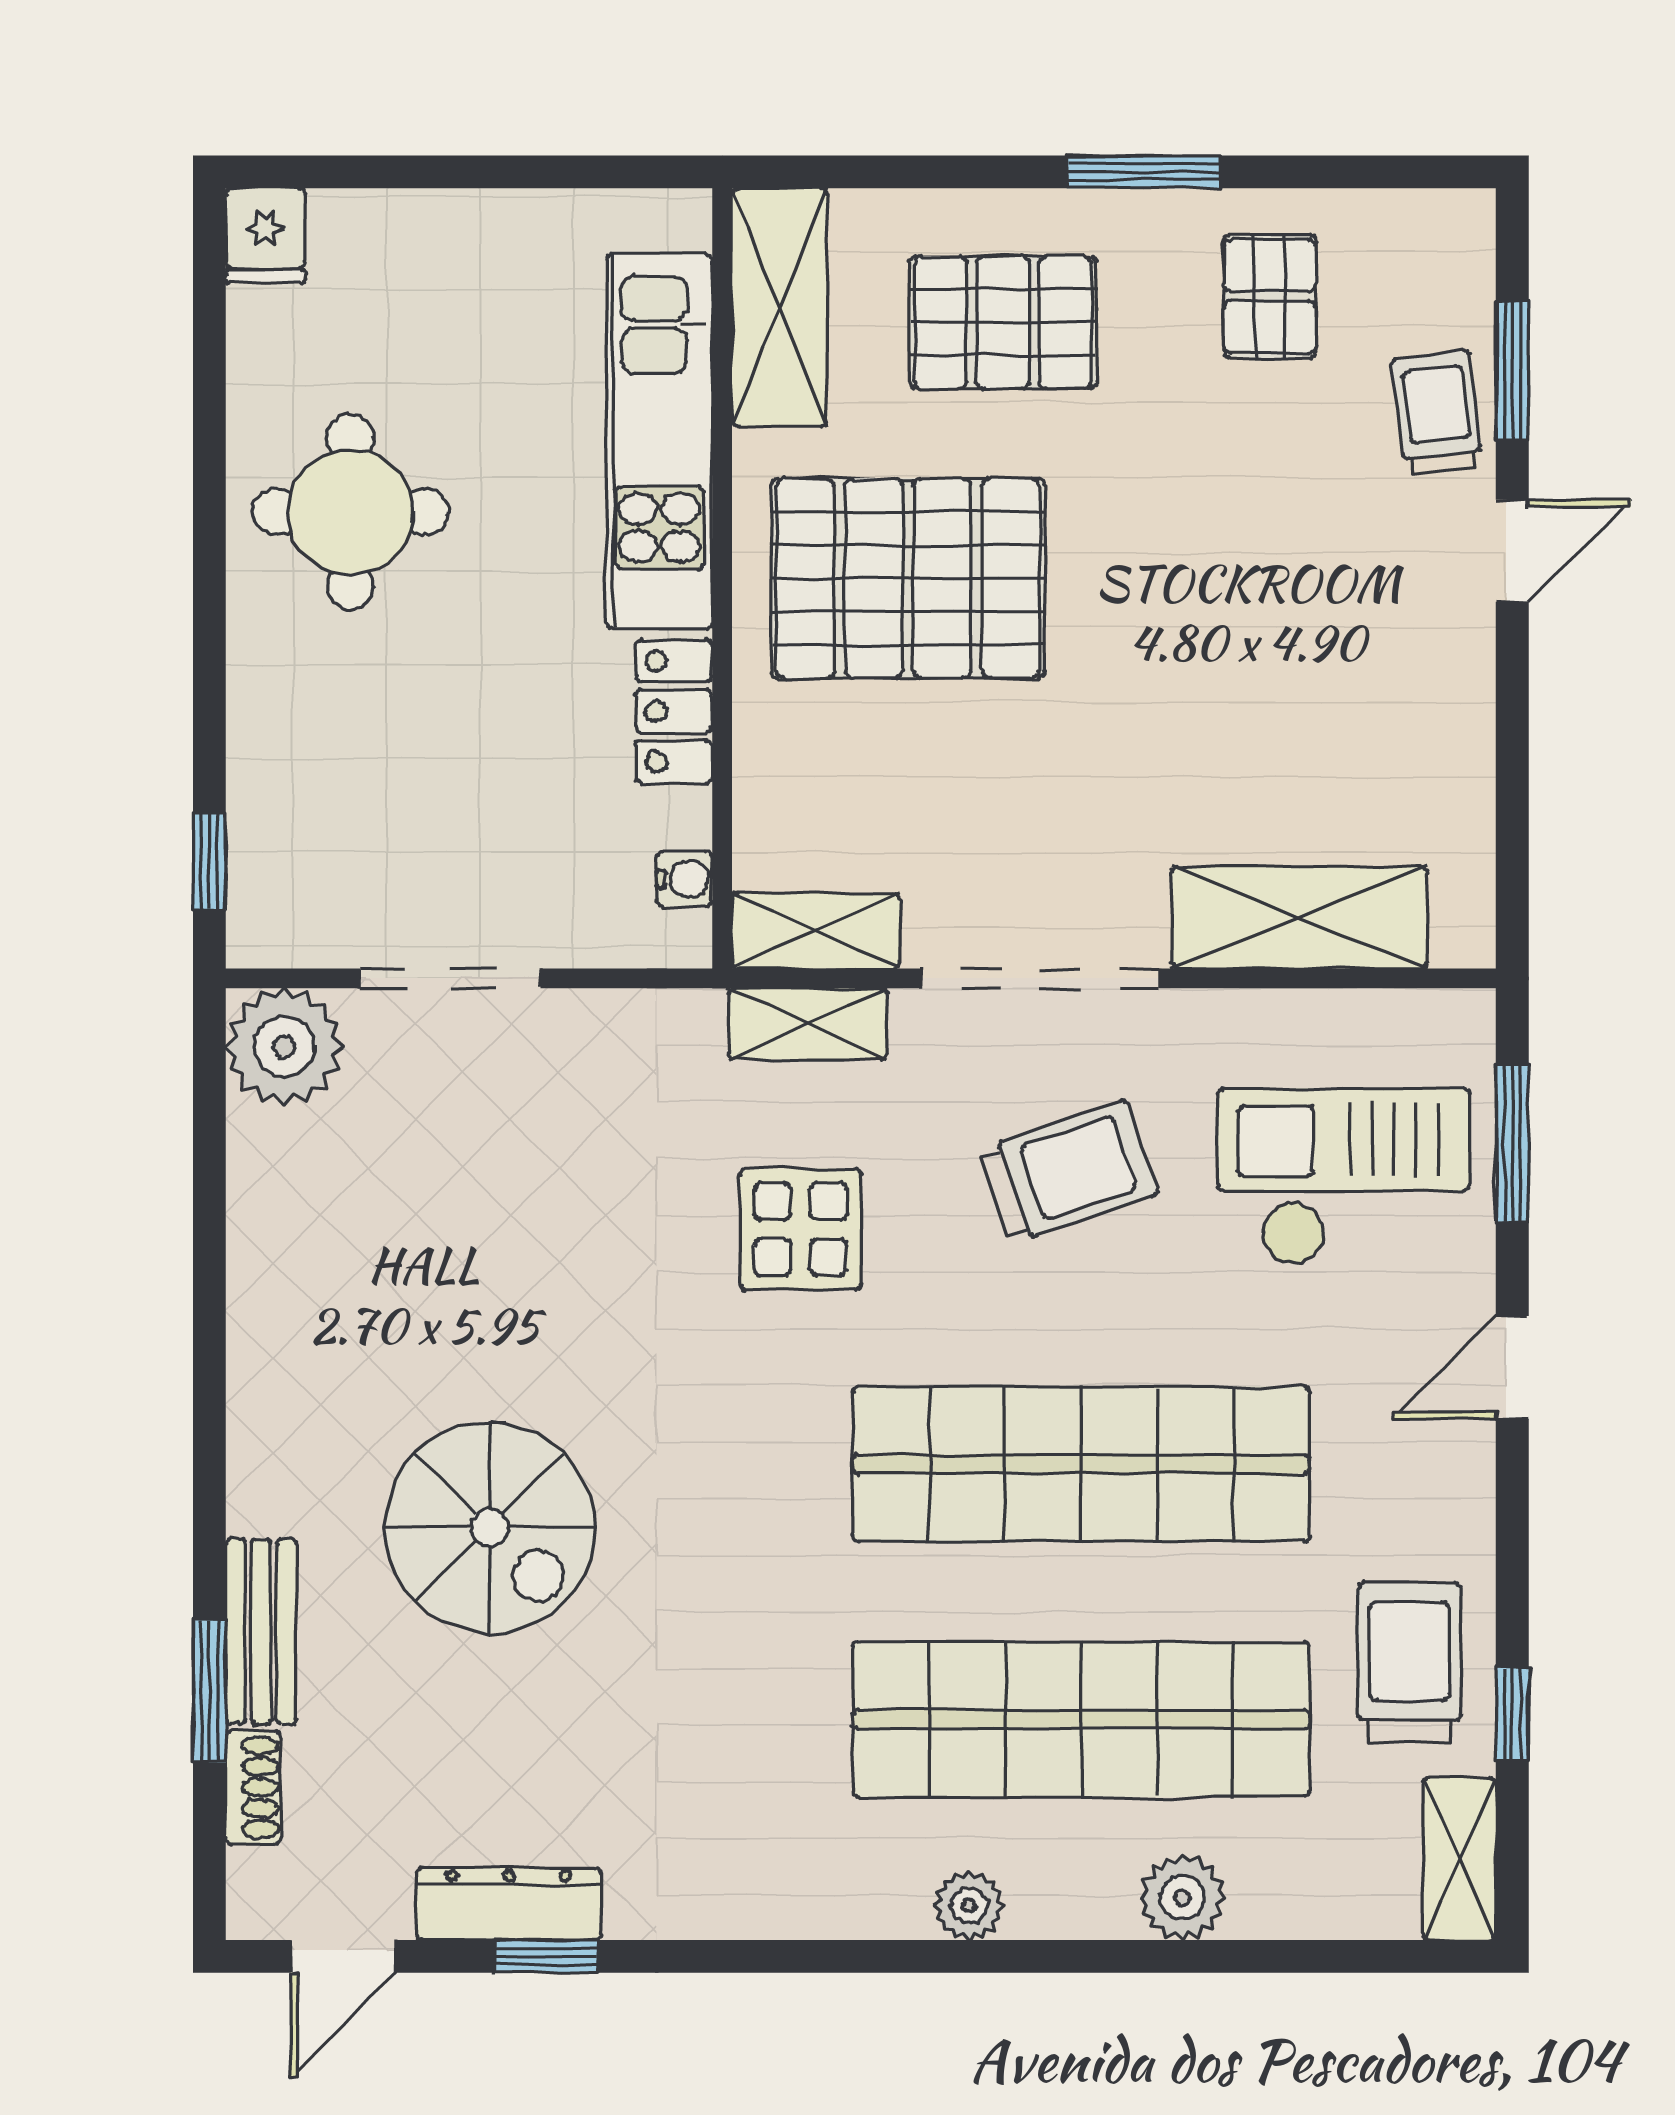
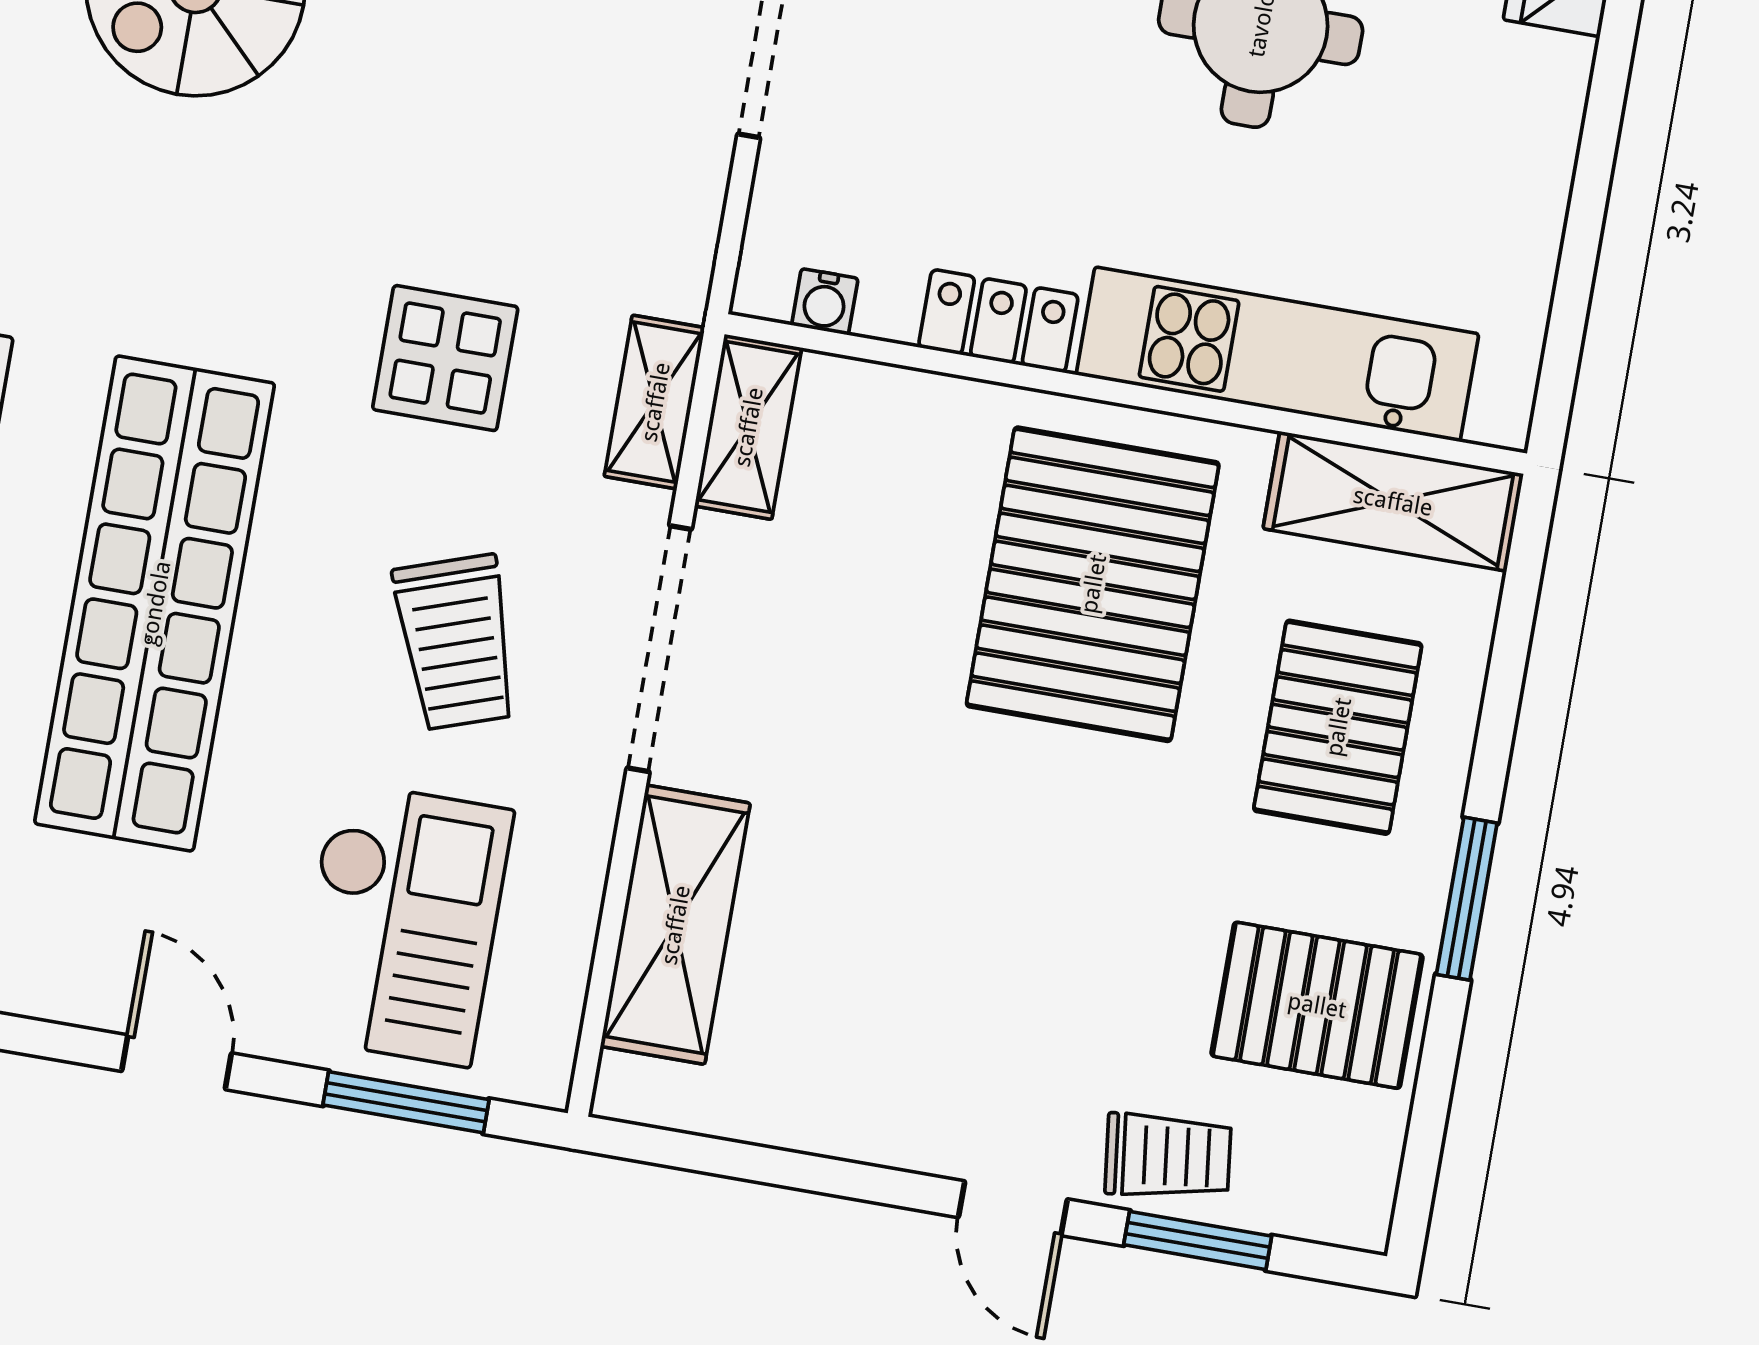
pallet: (1270, 296) -> (1317, 1005), width x1.50, depth x1.42

